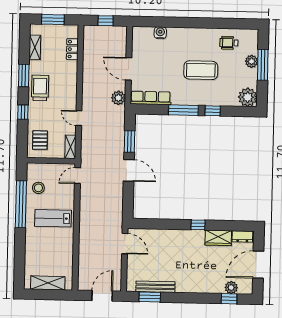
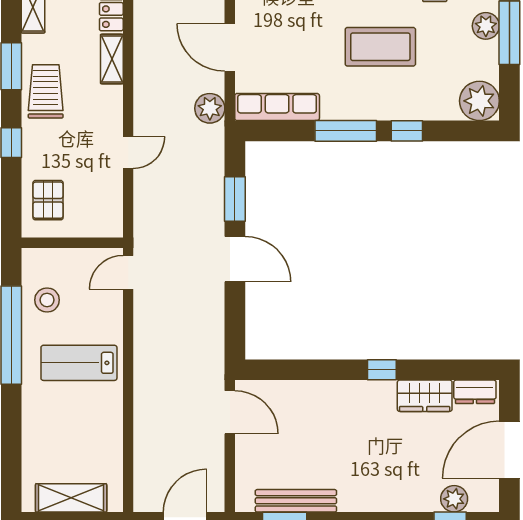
door: (79, 118) -> (128, 153), swing flipped
shelving: (70, 147) -> (112, 59), moved

